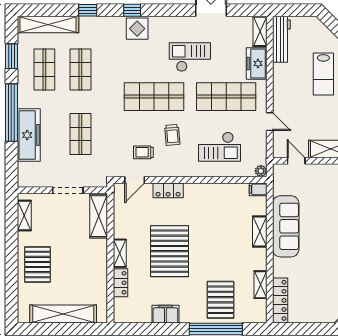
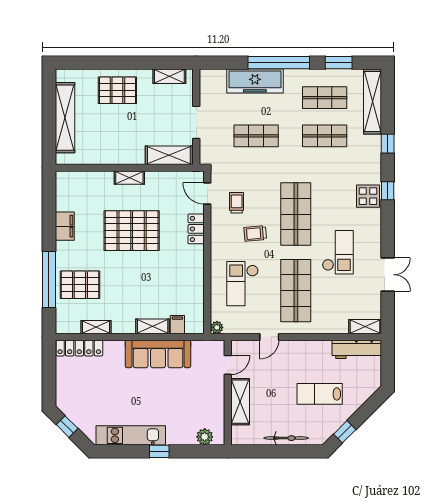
freezer: (257, 63) -> (331, 323), removed
filing cabinet: (258, 189) -> (177, 325), moved
locker: (120, 283) -> (98, 178), removed

